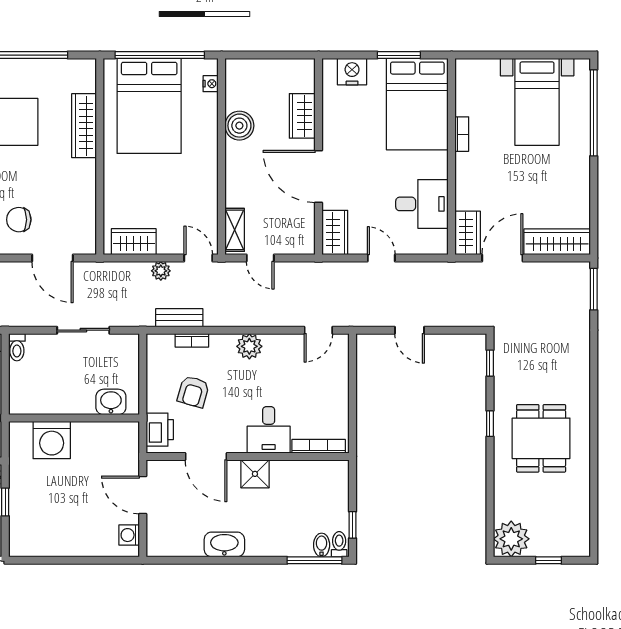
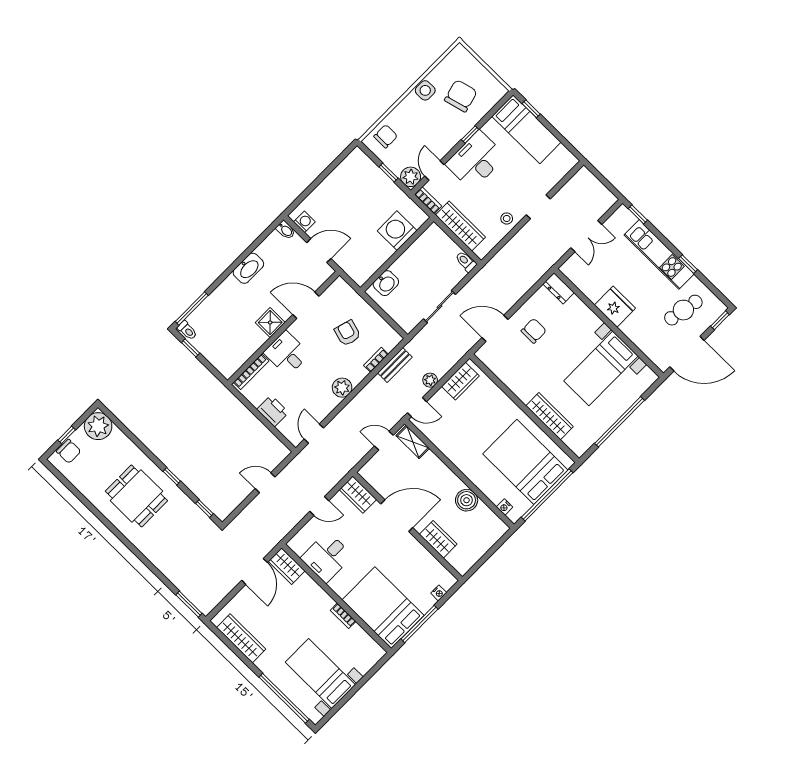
window: (399, 55) -> (419, 624), width x1.44
nightstand: (352, 72) -> (439, 593), width x0.53, depth x0.56
wardrobe: (557, 242) -> (241, 638), moved, turned -90
printer: (160, 430) -> (273, 411), moved, turned 180
chair: (562, 543) -> (69, 451), added
bidet: (322, 545) -> (286, 230), moved

